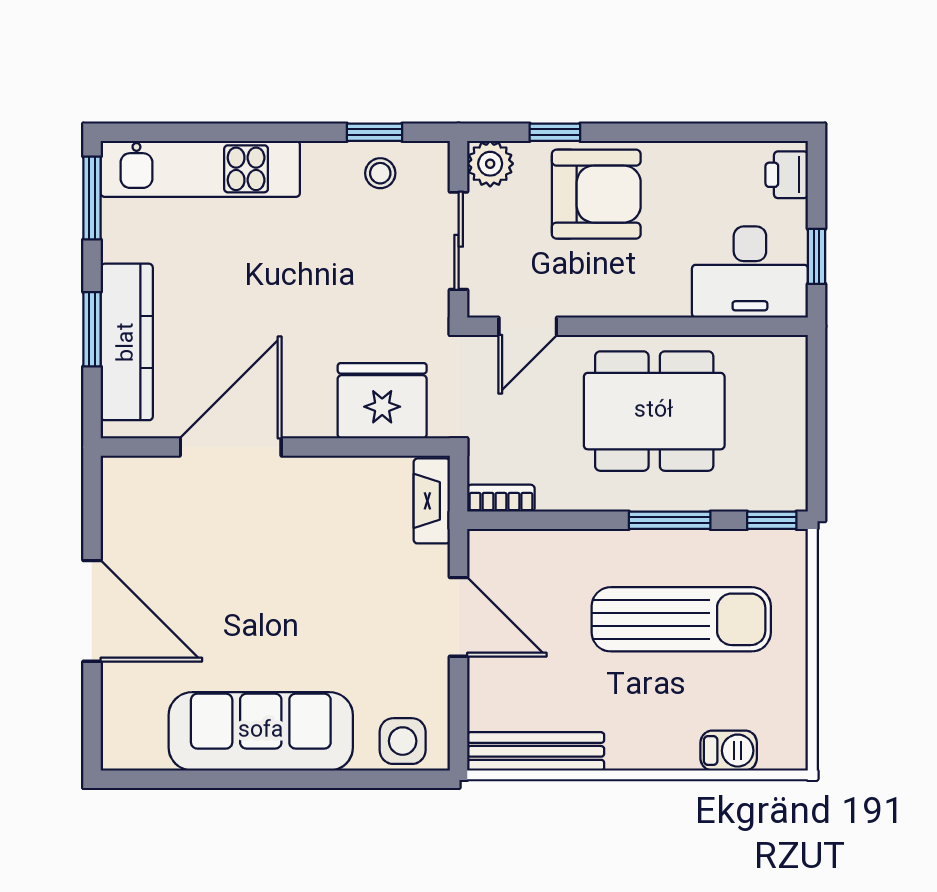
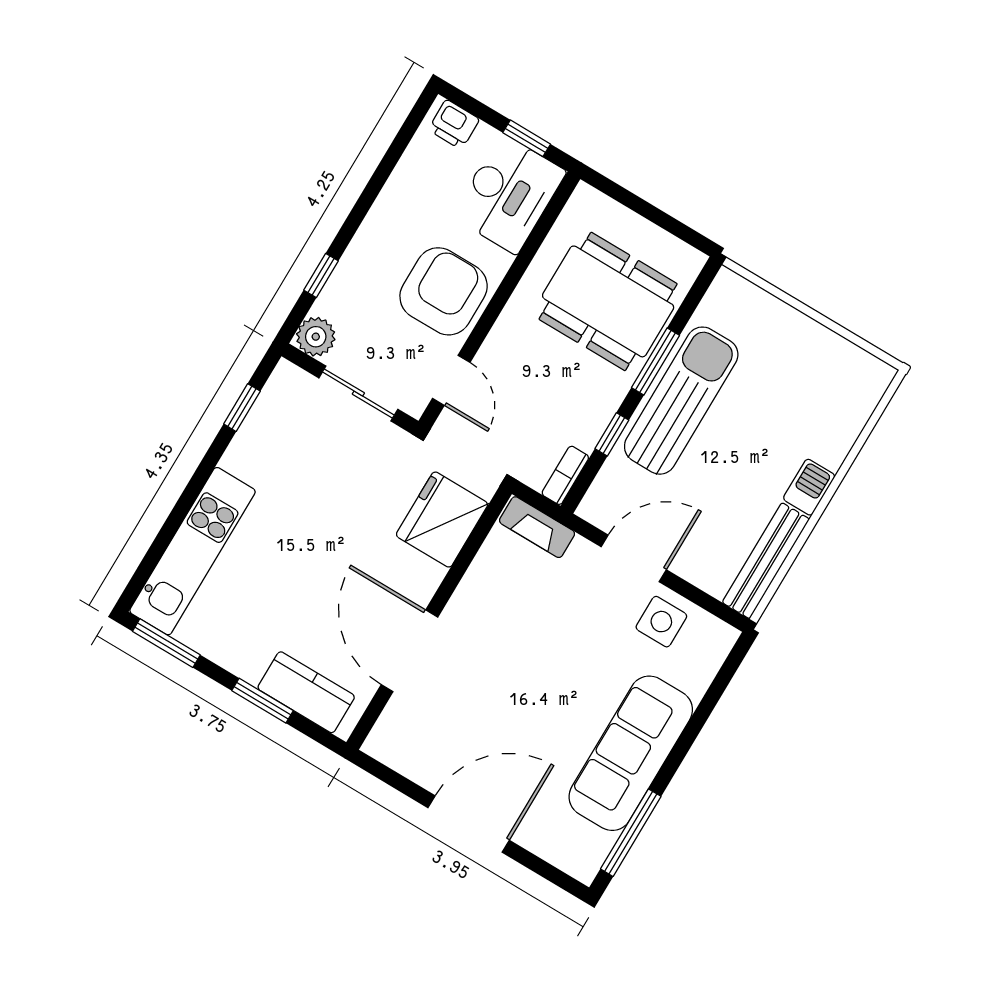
stool: (380, 173) -> (275, 421), removed
armchair: (596, 194) -> (444, 291), moved
kitchen counter: (127, 342) -> (306, 692), width x0.67
dining table: (654, 411) -> (608, 301), moved, turned 90
window: (772, 520) -> (612, 434), moved
sun lounger: (681, 619) -> (681, 401), moved
side table: (403, 741) -> (661, 622), moved
barbecue: (729, 751) -> (809, 487), moved
window: (181, 779) -> (631, 833), added

